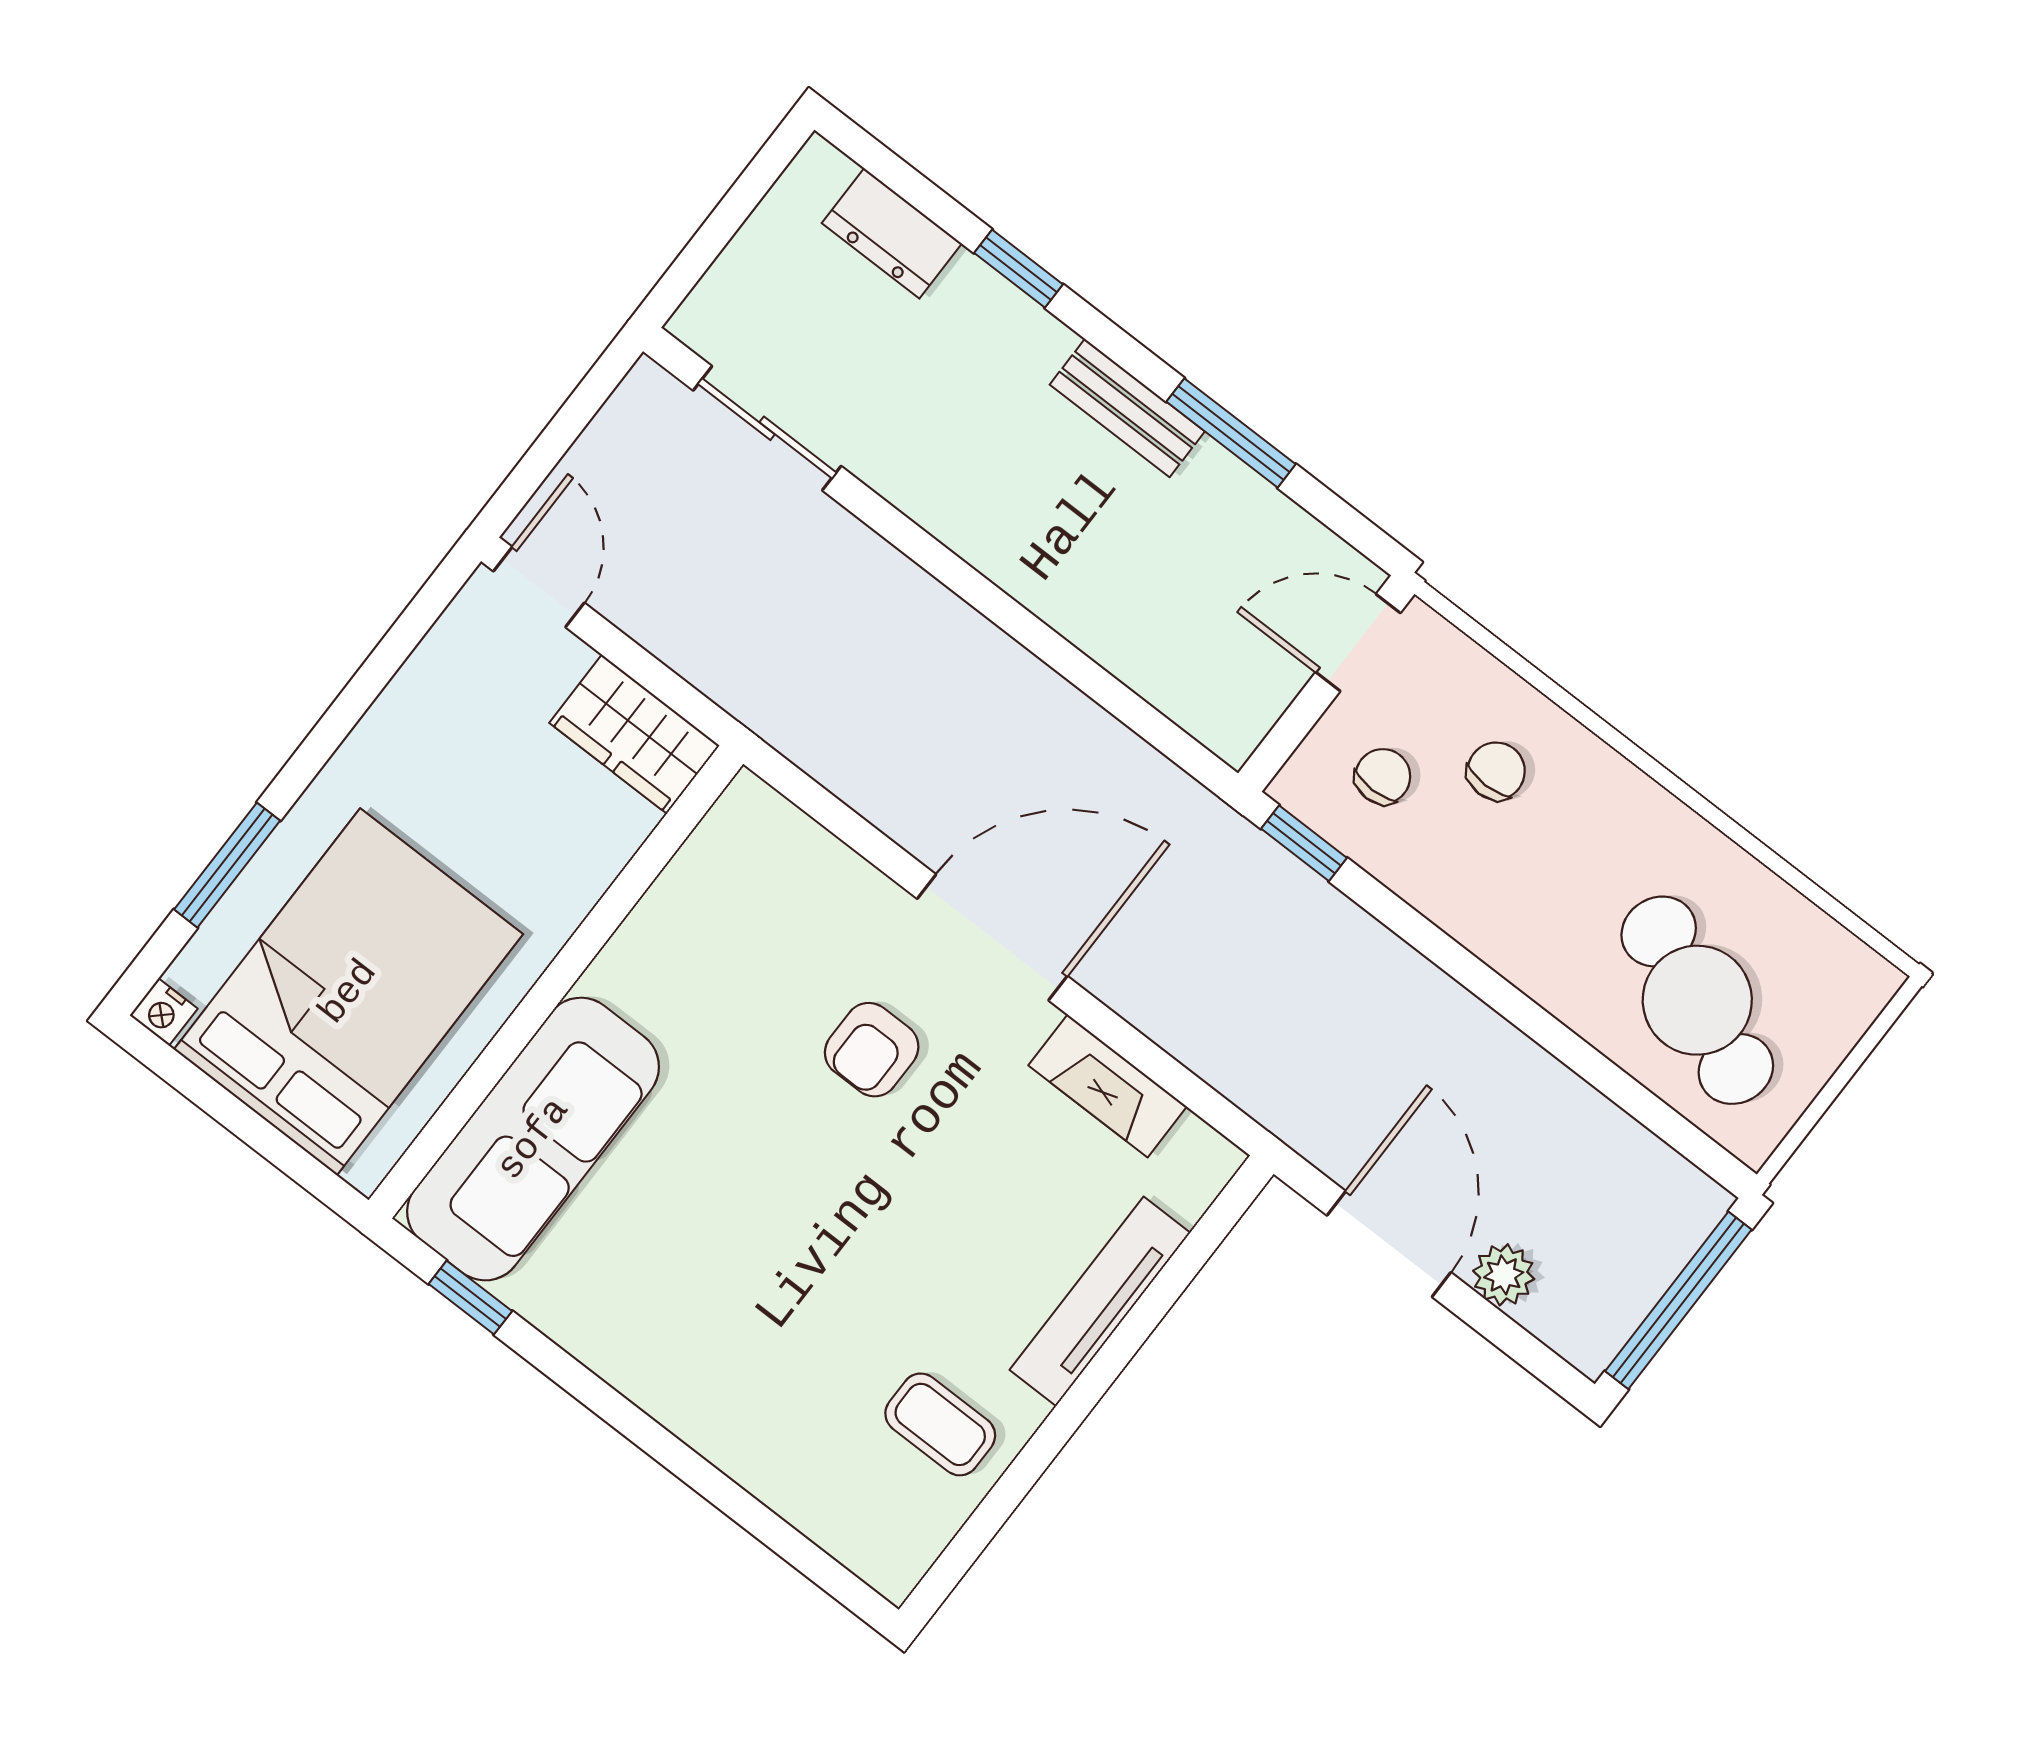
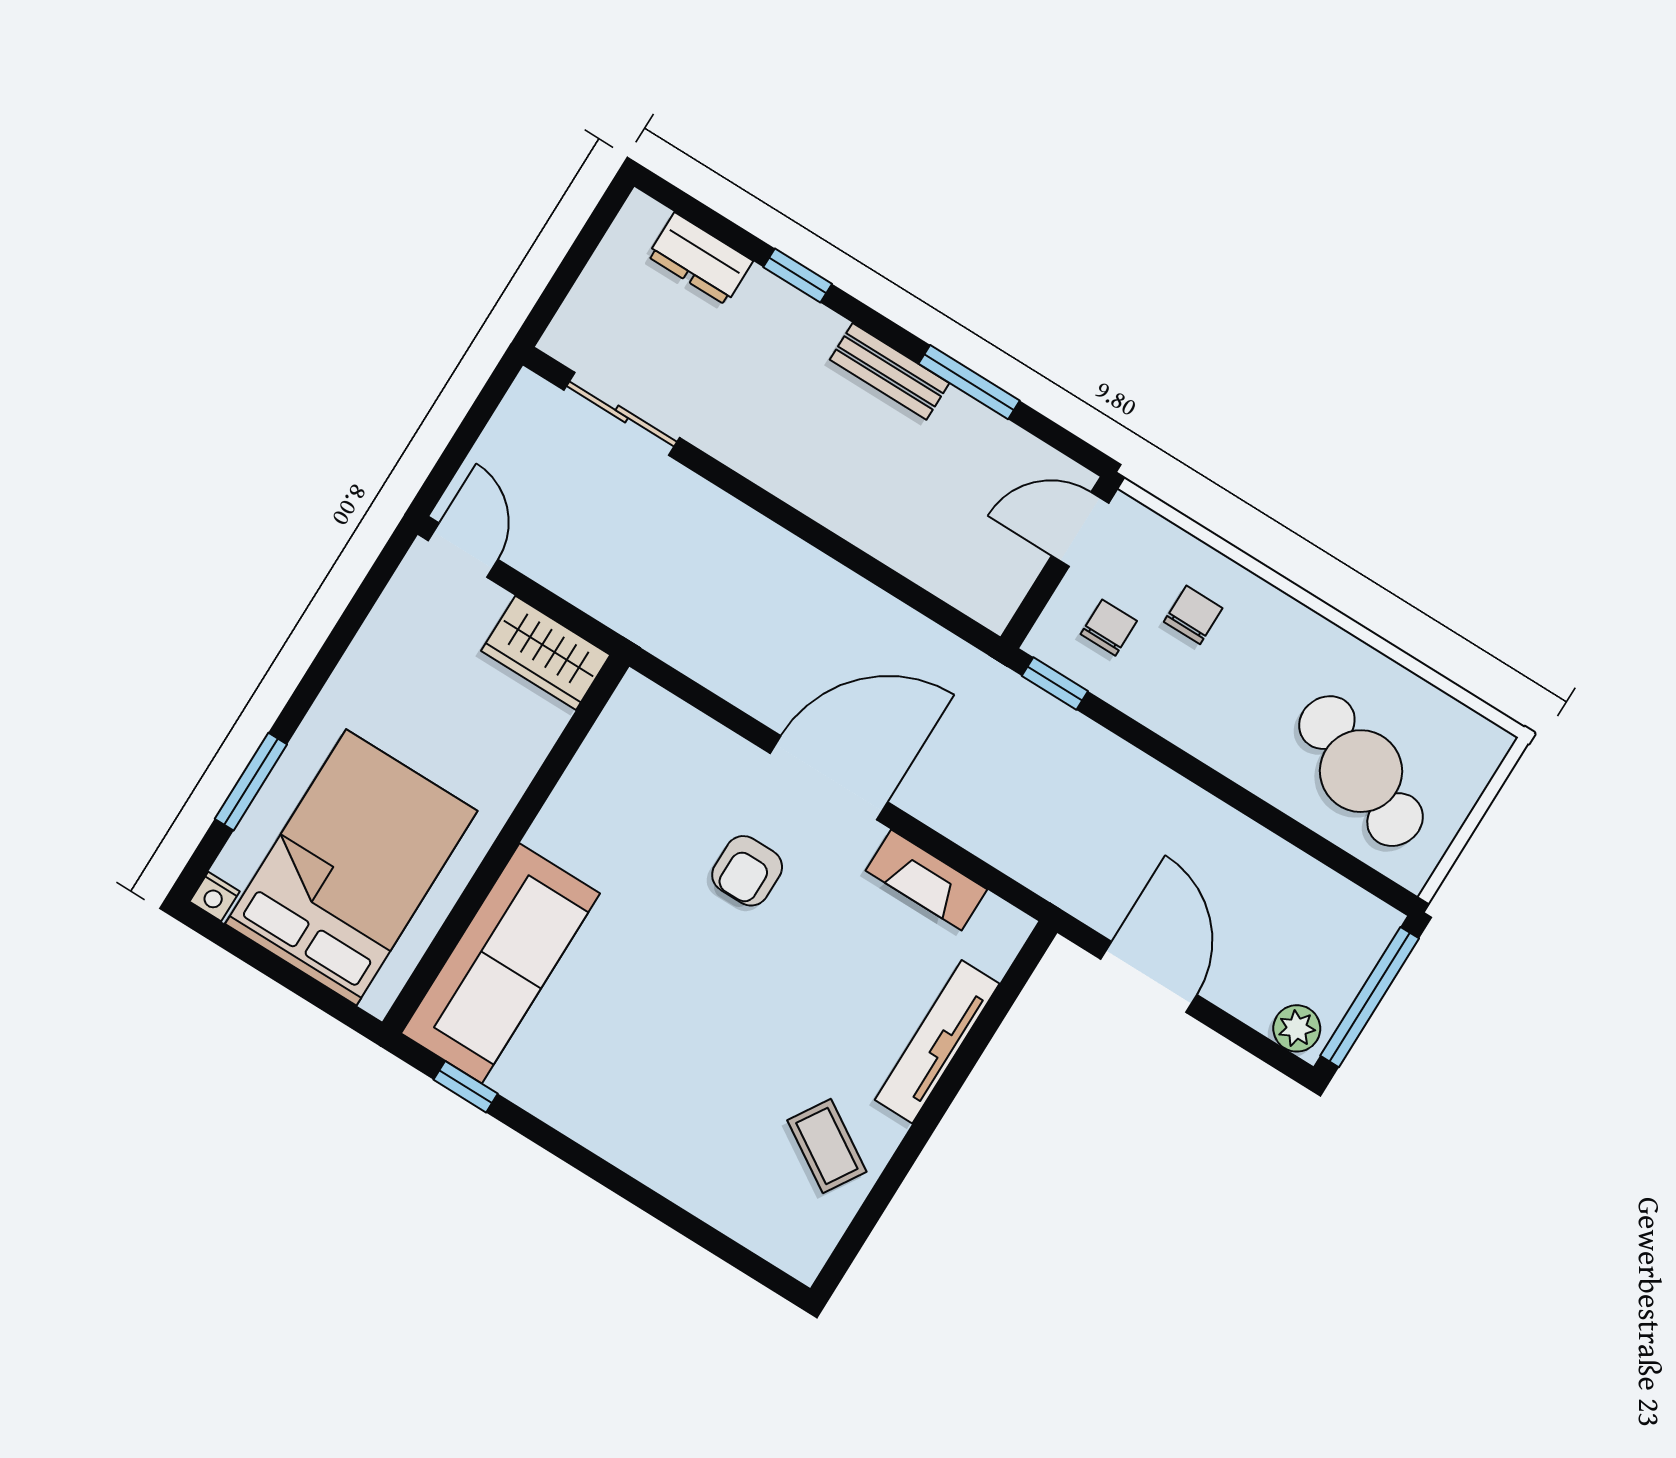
plant: (1504, 1275) -> (1297, 1028), moved
coffee table: (940, 1424) -> (827, 1146), turned 32

